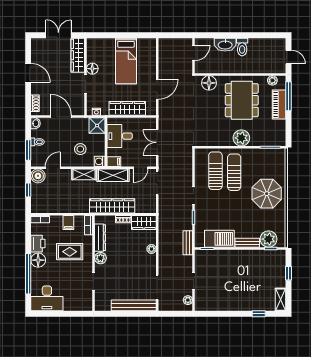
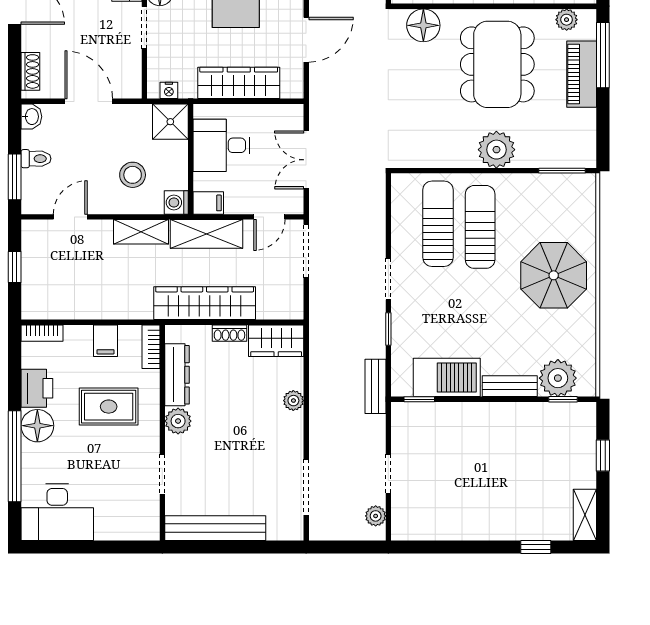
boiler: (38, 176) -> (37, 235), removed
bench: (134, 305) -> (215, 528), moved

